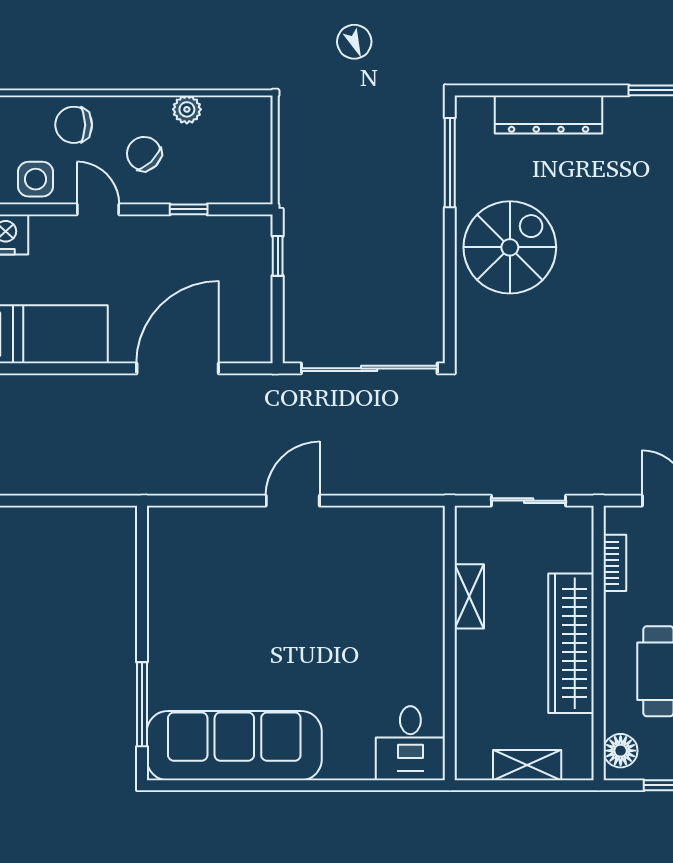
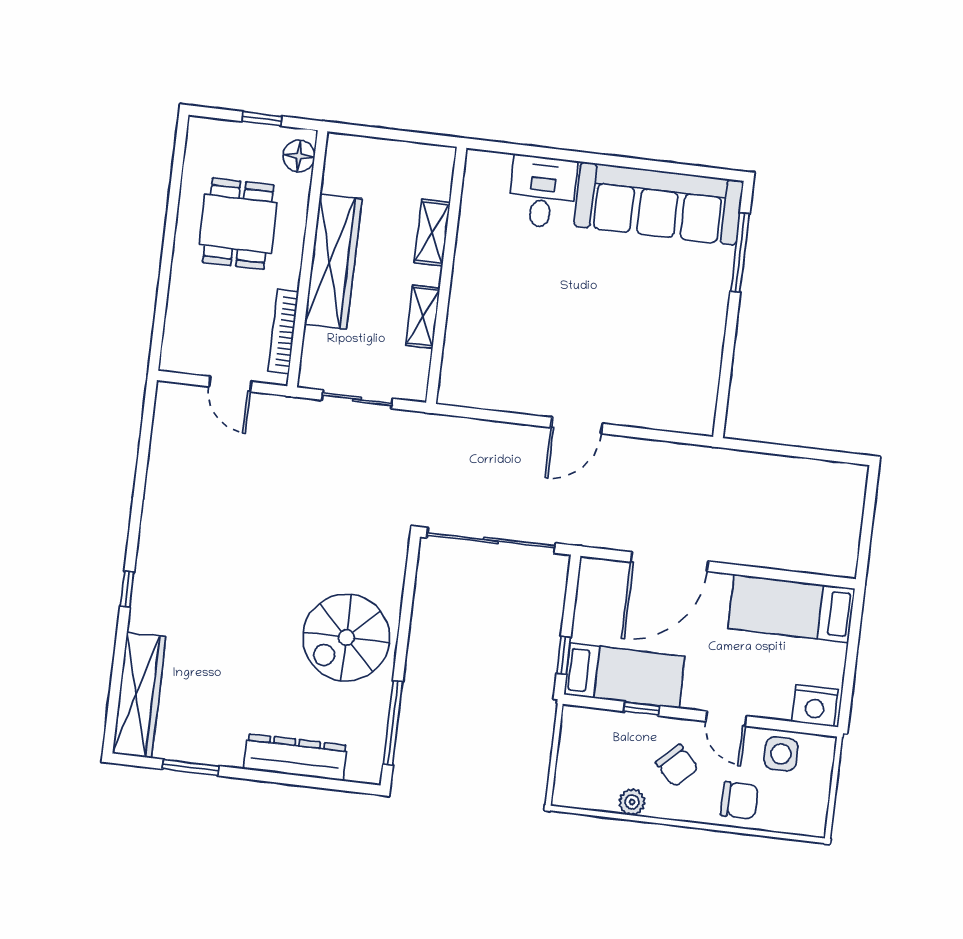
bed: (211, 242) -> (624, 676), added
bookcase: (615, 563) -> (283, 332), width x1.56
desk: (410, 743) -> (542, 192), moved
shelving: (527, 765) -> (432, 233), moved, turned 90

